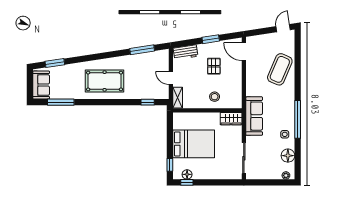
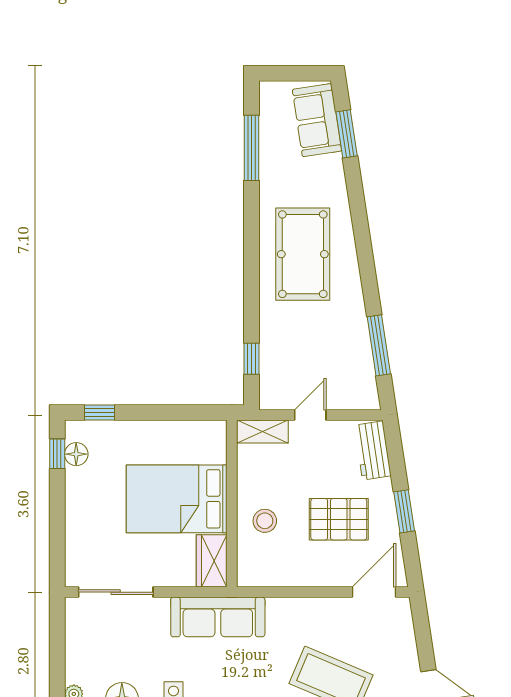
pallet: (214, 66) -> (339, 519), width x1.50, depth x1.42
sofa: (41, 85) -> (317, 120), moved, turned 81
bed: (194, 144) -> (177, 499), moved, turned 90

